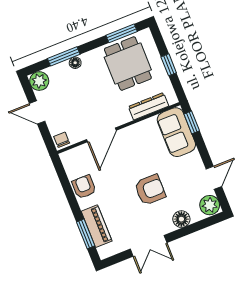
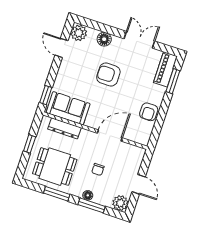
window: (122, 33) -> (57, 194), moved
dining table: (128, 64) -> (55, 167), turned 90
sofa: (176, 132) -> (68, 108), moved, turned -90
chair: (62, 140) -> (98, 169), moved
door: (214, 178) -> (61, 48), hinge flipped
piano: (97, 226) -> (165, 69), moved

